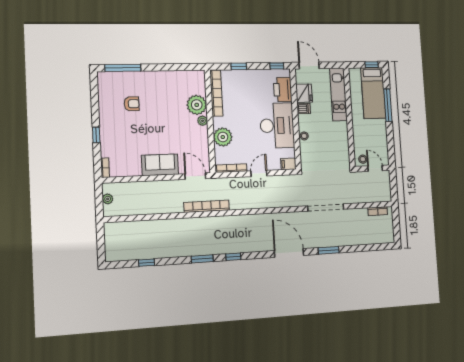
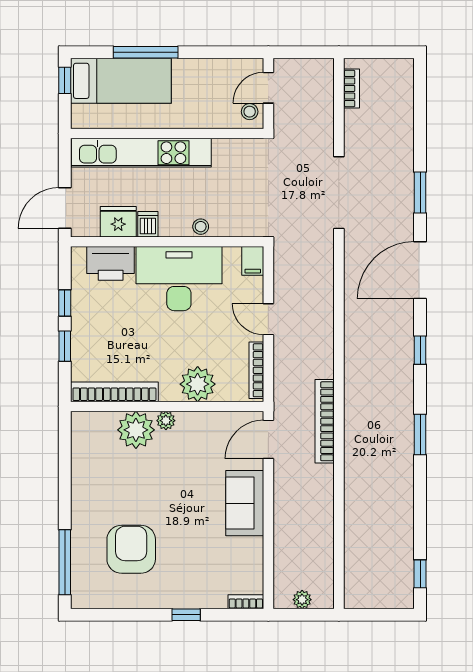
window: (277, 66) -> (65, 303), moved
kitchen unit: (338, 95) -> (141, 153), width x1.36
armchair: (132, 104) -> (131, 549), width x1.88, depth x1.88
window: (233, 257) -> (420, 350), moved
window: (147, 263) -> (420, 574), moved

